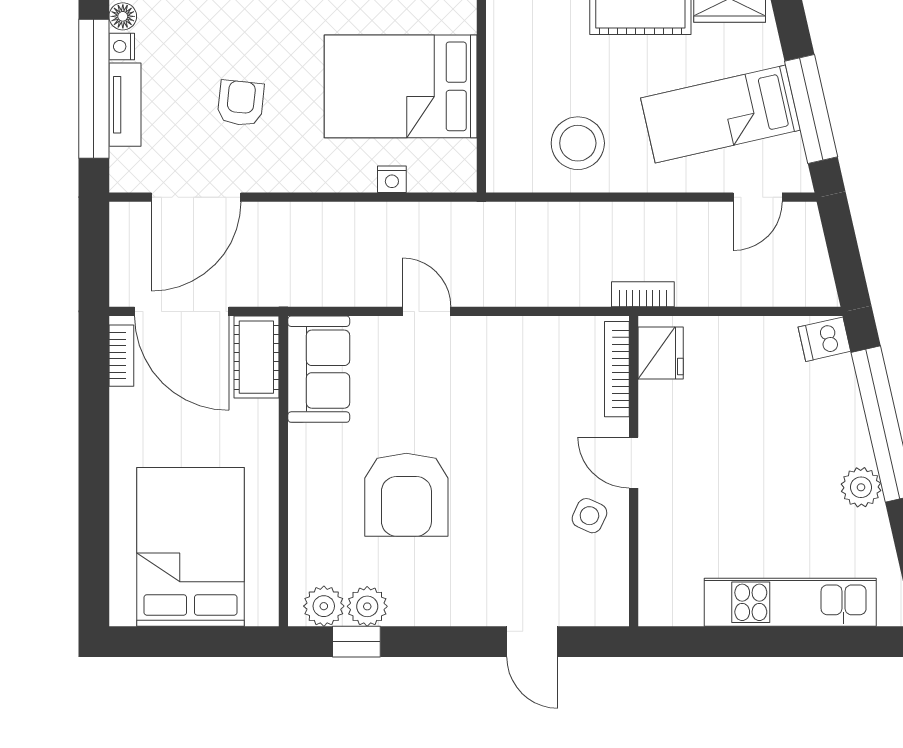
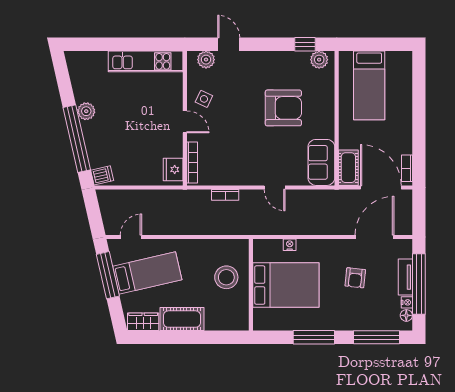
stool: (578, 143) -> (226, 277), moved
bookcase: (643, 294) -> (225, 195), moved
armchair: (406, 495) -> (283, 108), turned 90
bed: (191, 547) -> (369, 85), width x0.67
kitchen unit: (790, 602) -> (146, 61), moved
plant: (367, 606) -> (206, 60), moved

